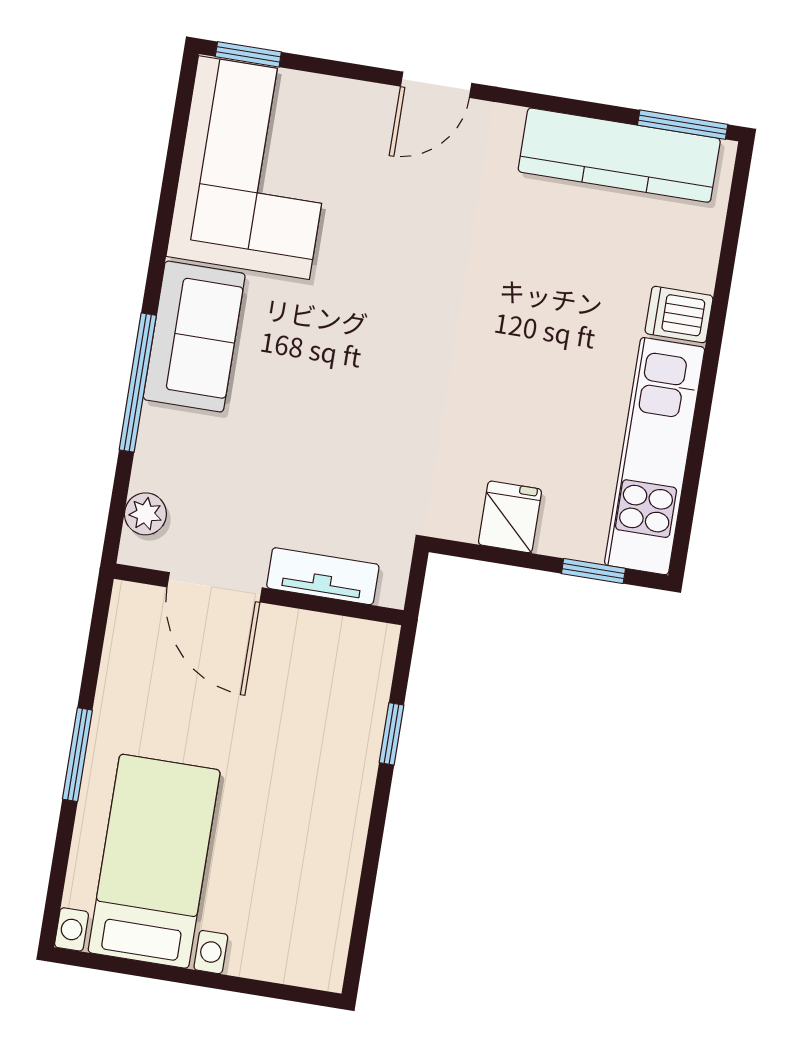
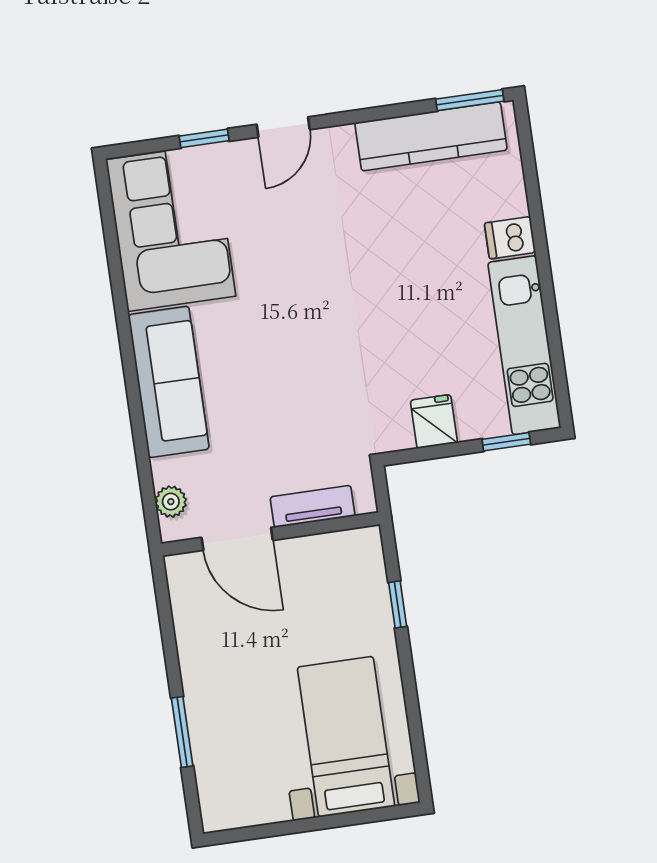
window: (248, 54) -> (204, 138), moved
sofa: (194, 337) -> (169, 382), width x1.36
window: (138, 383) -> (136, 409), removed
window: (77, 755) -> (182, 732), moved
bed with nightstands: (154, 861) -> (346, 737), moved

